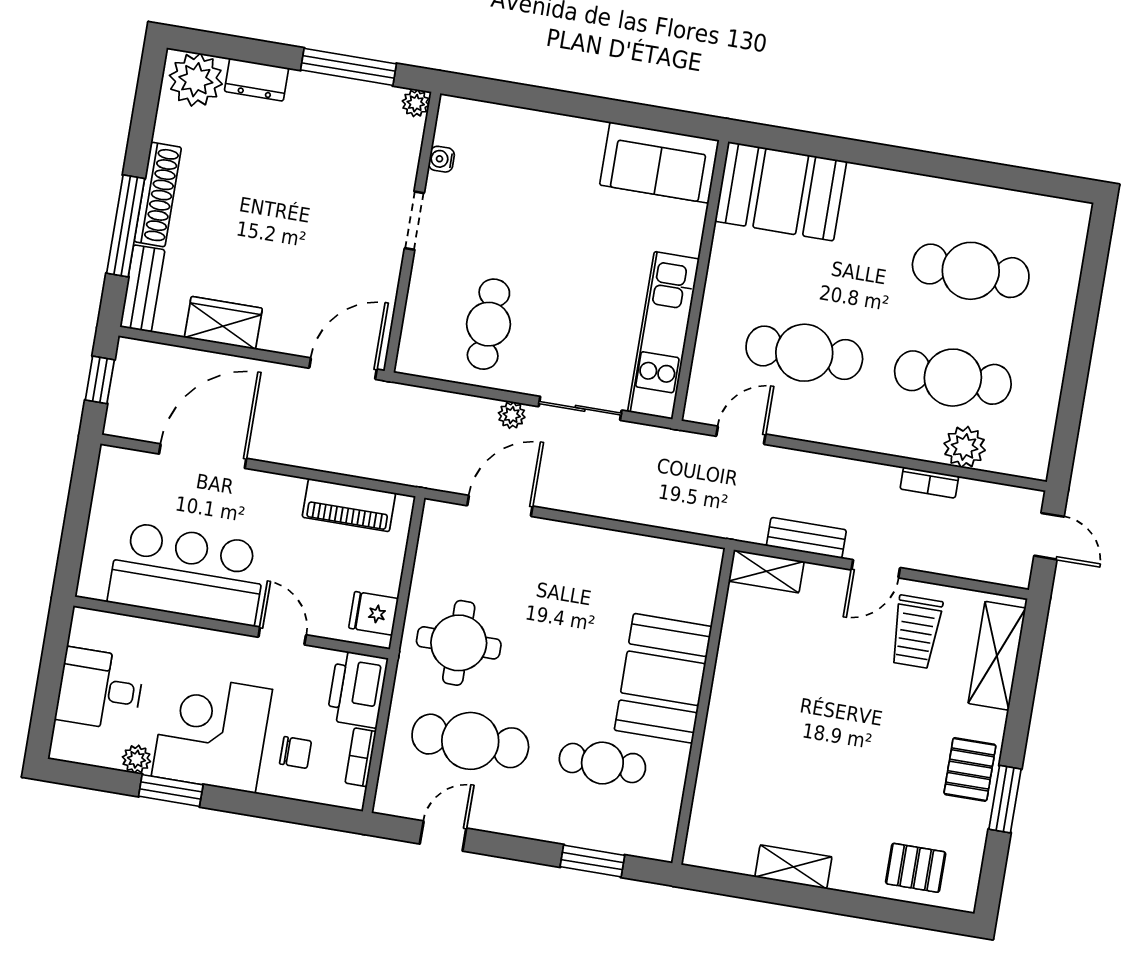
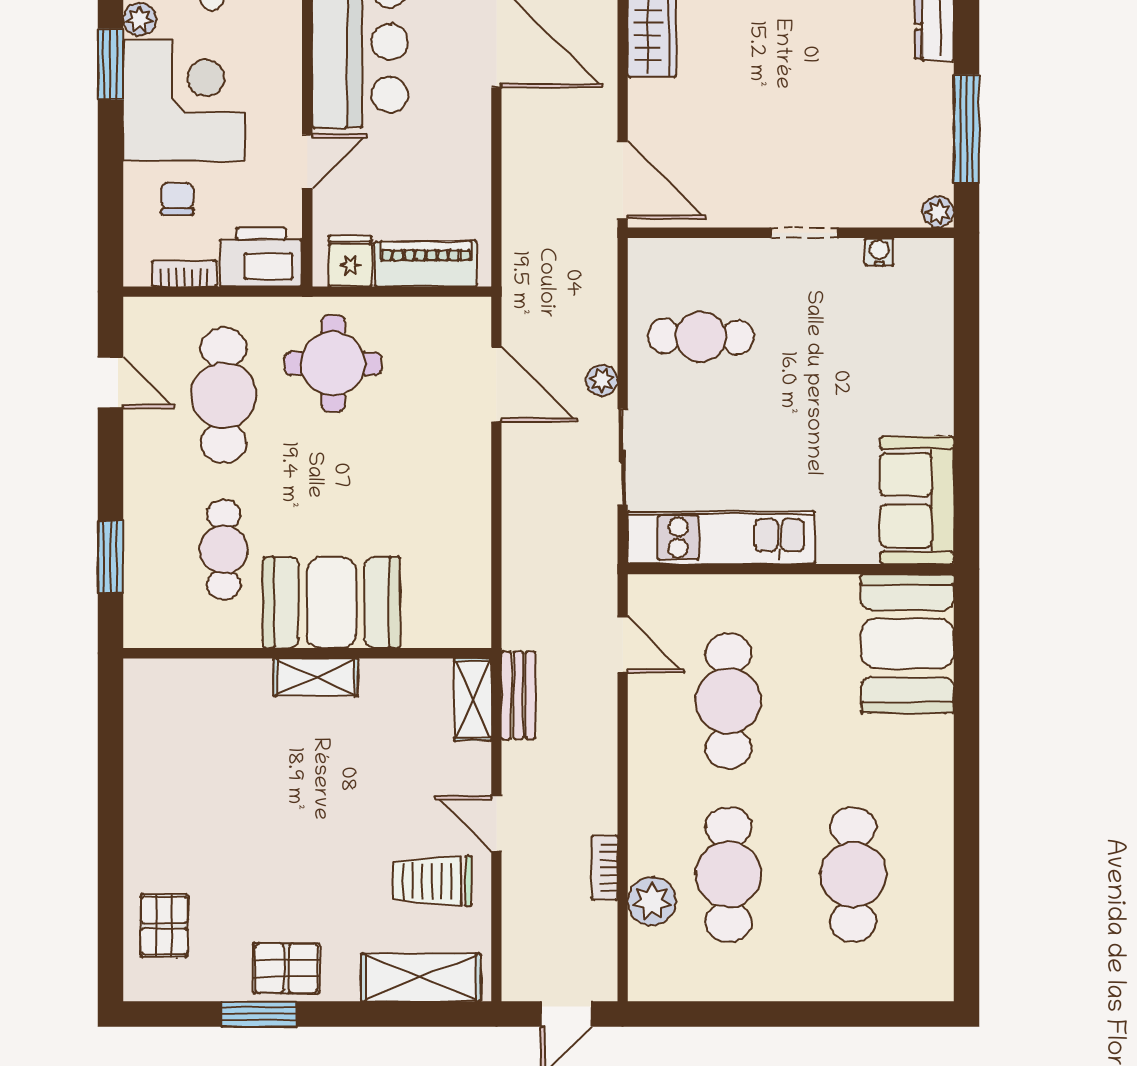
piano: (349, 505) -> (426, 264), moved, turned 90
bench: (806, 538) -> (518, 695), moved
chair: (295, 752) -> (177, 199), turned 180
shelving: (793, 867) -> (316, 677), moved, turned 90

